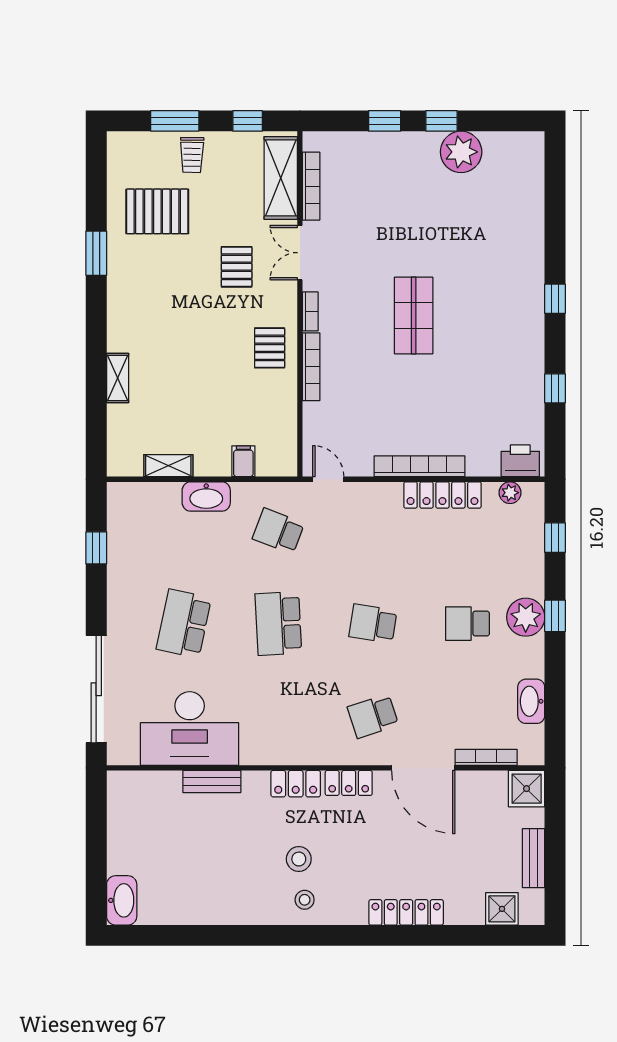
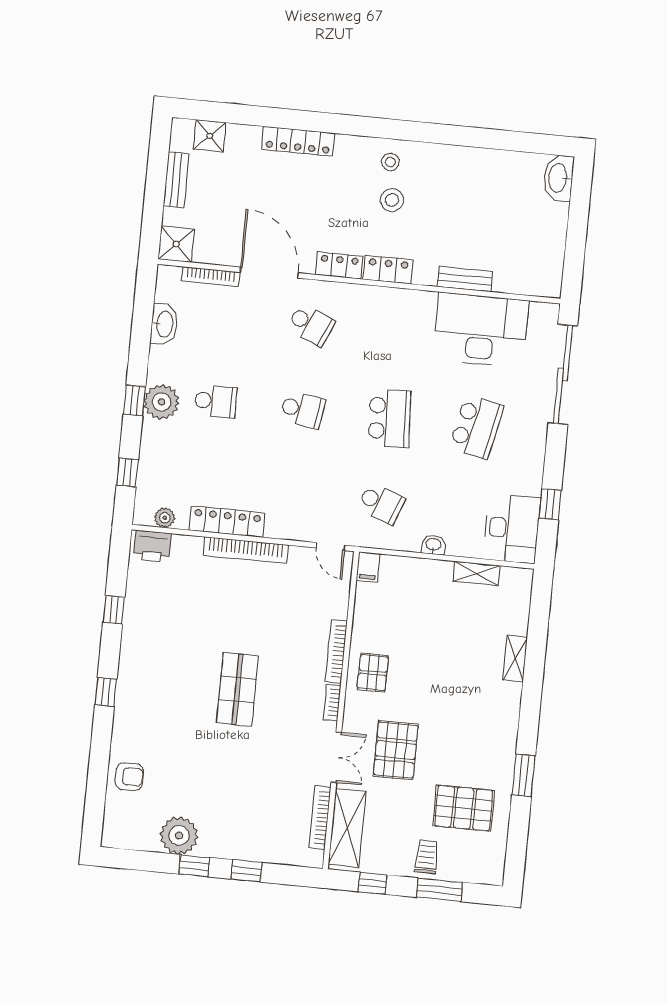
armchair: (521, 210) -> (129, 777), added
pallet: (237, 267) -> (396, 750), width x1.50, depth x1.42
filing cabinet: (243, 461) -> (368, 567), moved
washbasin: (206, 496) -> (433, 545), width x0.52, depth x0.69
desk: (135, 518) -> (512, 528), added
school desk: (373, 716) -> (311, 325), turned 42

